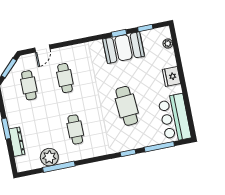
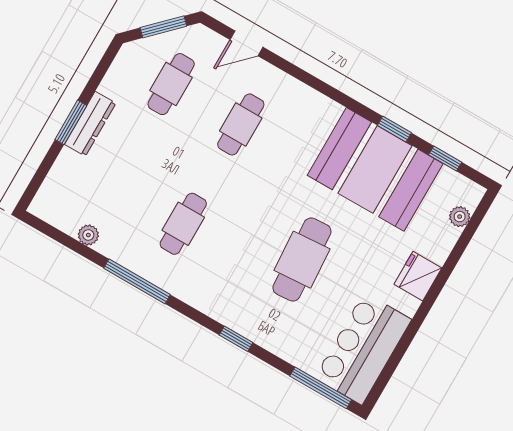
booth: (124, 48) -> (375, 169), width x1.36, depth x1.42
dresser: (17, 142) -> (90, 124), moved
window: (159, 147) -> (321, 388), moved
plant: (49, 157) -> (88, 235), width x0.53, depth x0.53
window: (59, 167) -> (137, 281), moved

